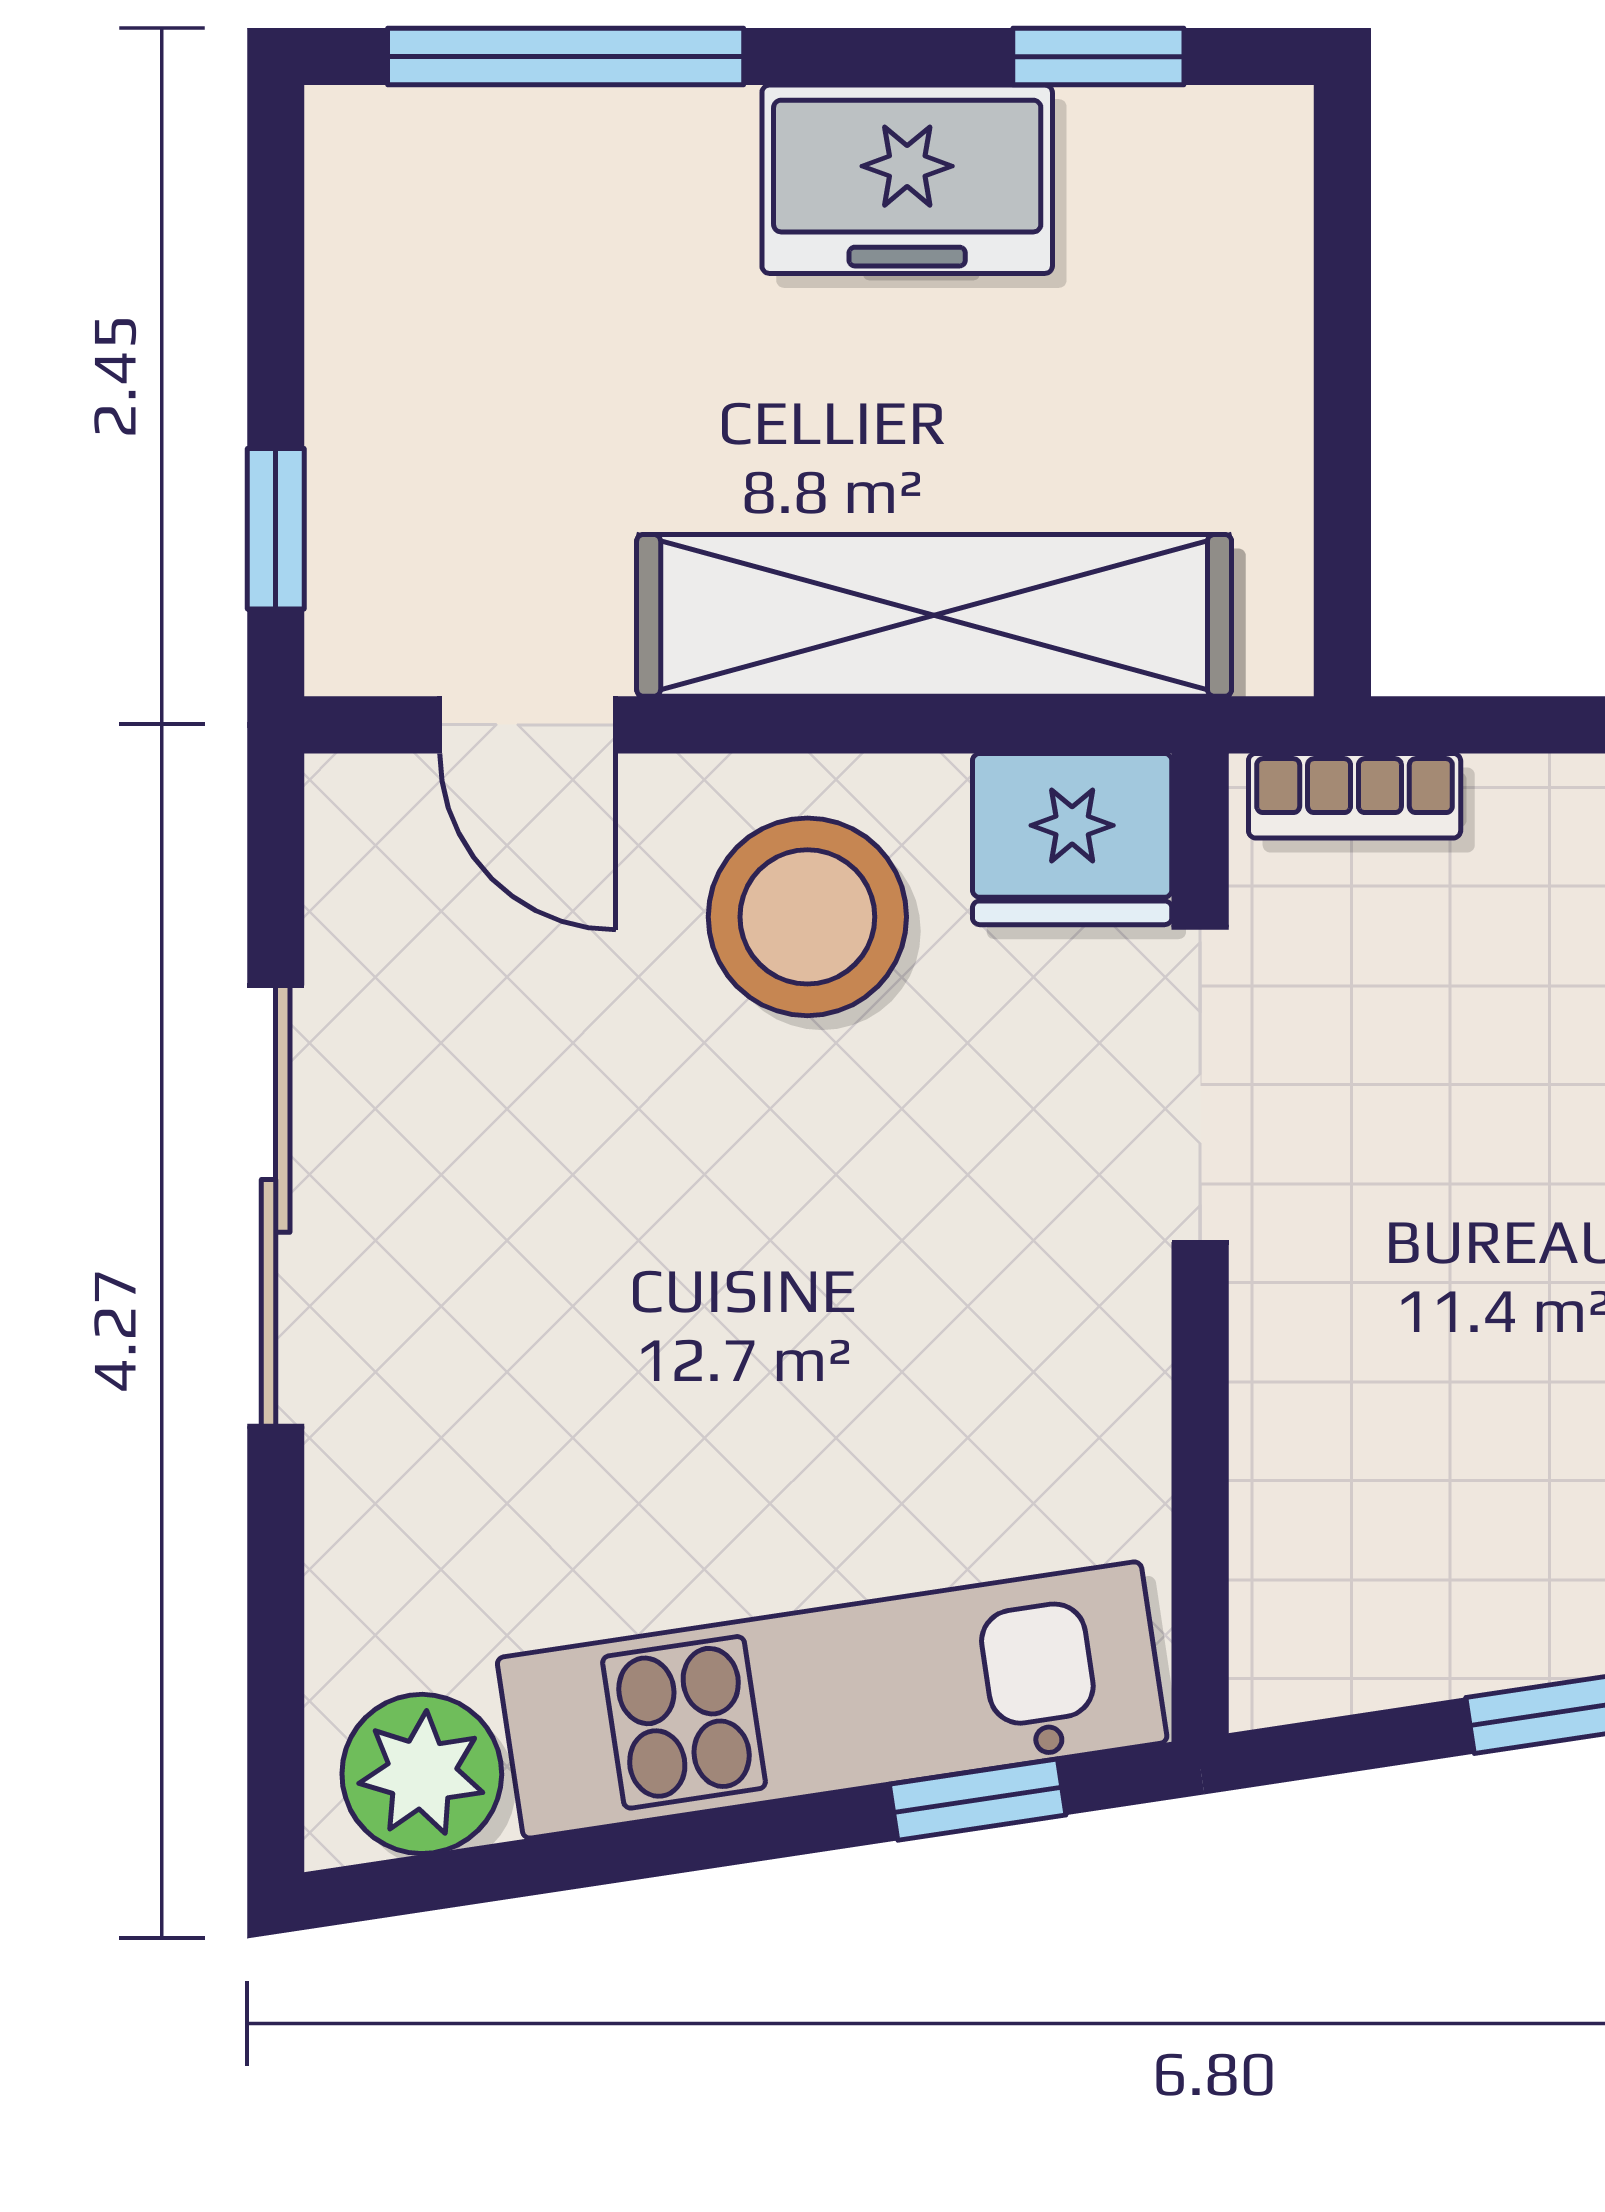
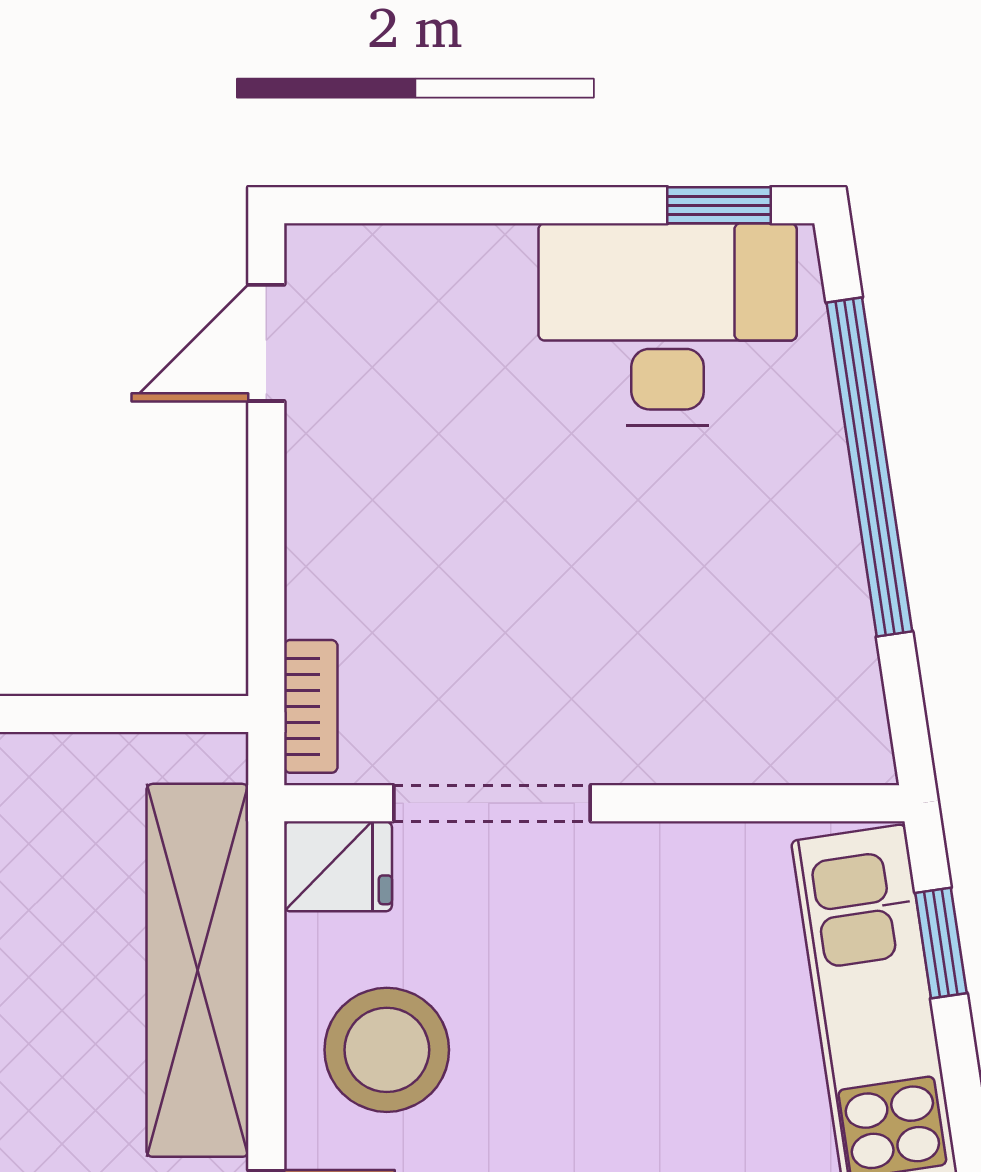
fridge: (1072, 839) -> (338, 866), width x0.72

